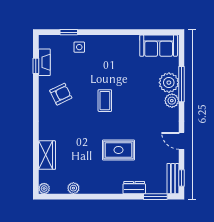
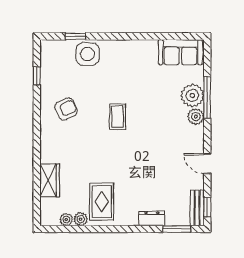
side table: (79, 47) -> (87, 54), width x1.87, depth x1.87
fireplace: (44, 62) -> (47, 72), removed
rug: (118, 150) -> (102, 202), moved, turned 90
plant: (44, 189) -> (66, 219), moved

